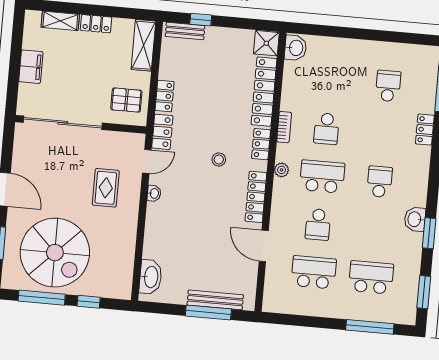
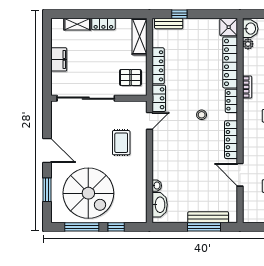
locker: (165, 96) -> (158, 66), width x1.53
plant: (282, 170) -> (248, 44), moved
washbasin: (154, 193) -> (157, 186), moved

